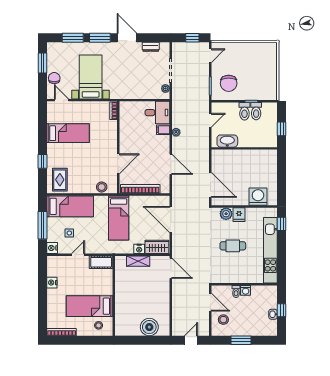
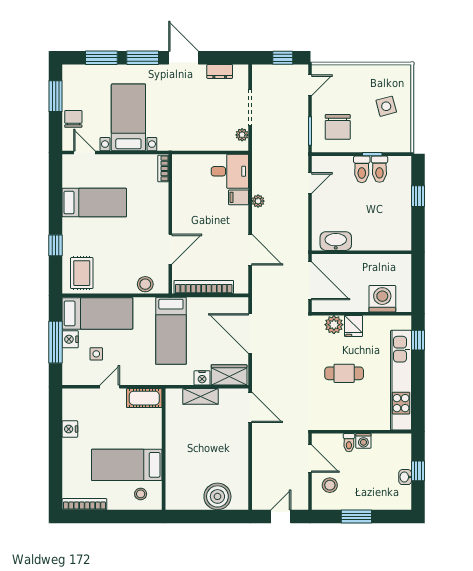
side table: (261, 70) -> (386, 106), added
washbasin: (227, 141) -> (336, 241), moved
wall: (244, 148) -> (361, 252), moved
nightstand: (52, 248) -> (70, 339), moved

